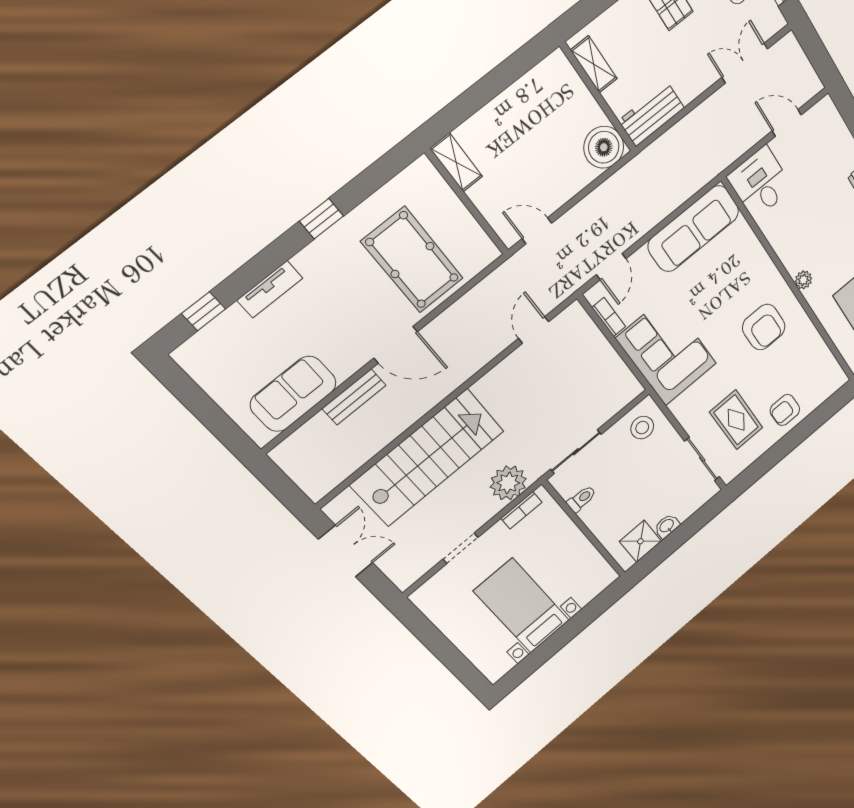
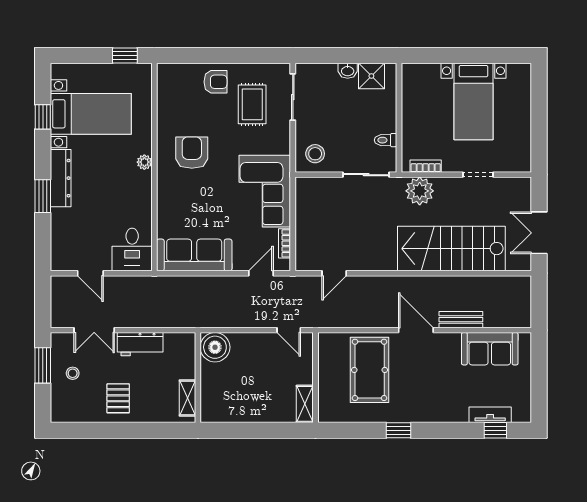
workbench: (651, 114) -> (140, 344), moved
tv unit: (270, 289) -> (490, 415), moved

